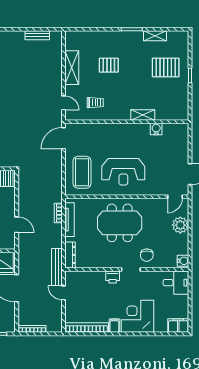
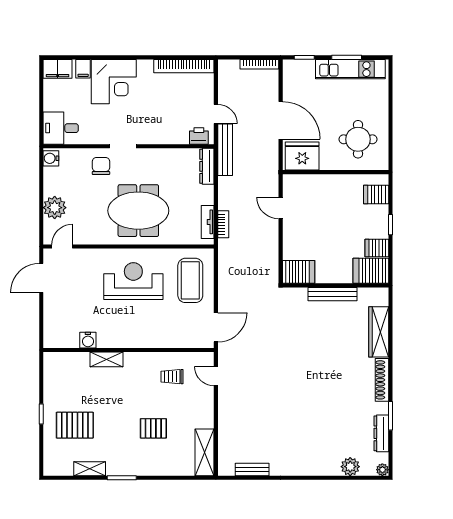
shelving: (72, 68) -> (205, 452), moved
tv unit: (69, 220) -> (208, 222), width x0.71
printer: (113, 277) -> (199, 136), moved
filing cabinet: (114, 326) -> (83, 69), moved

